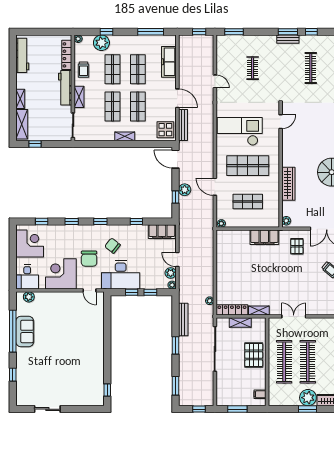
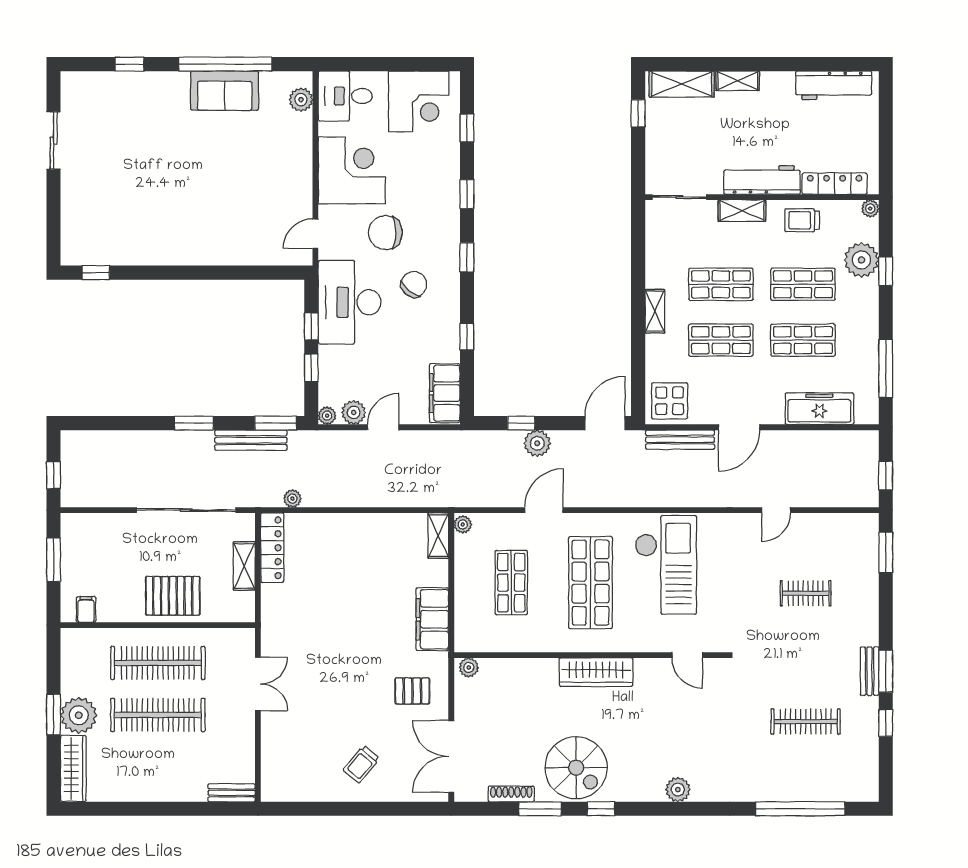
wardrobe: (288, 184) -> (596, 672), moved
shelving: (259, 310) -> (438, 536), moved
window: (175, 386) -> (276, 423), moved

